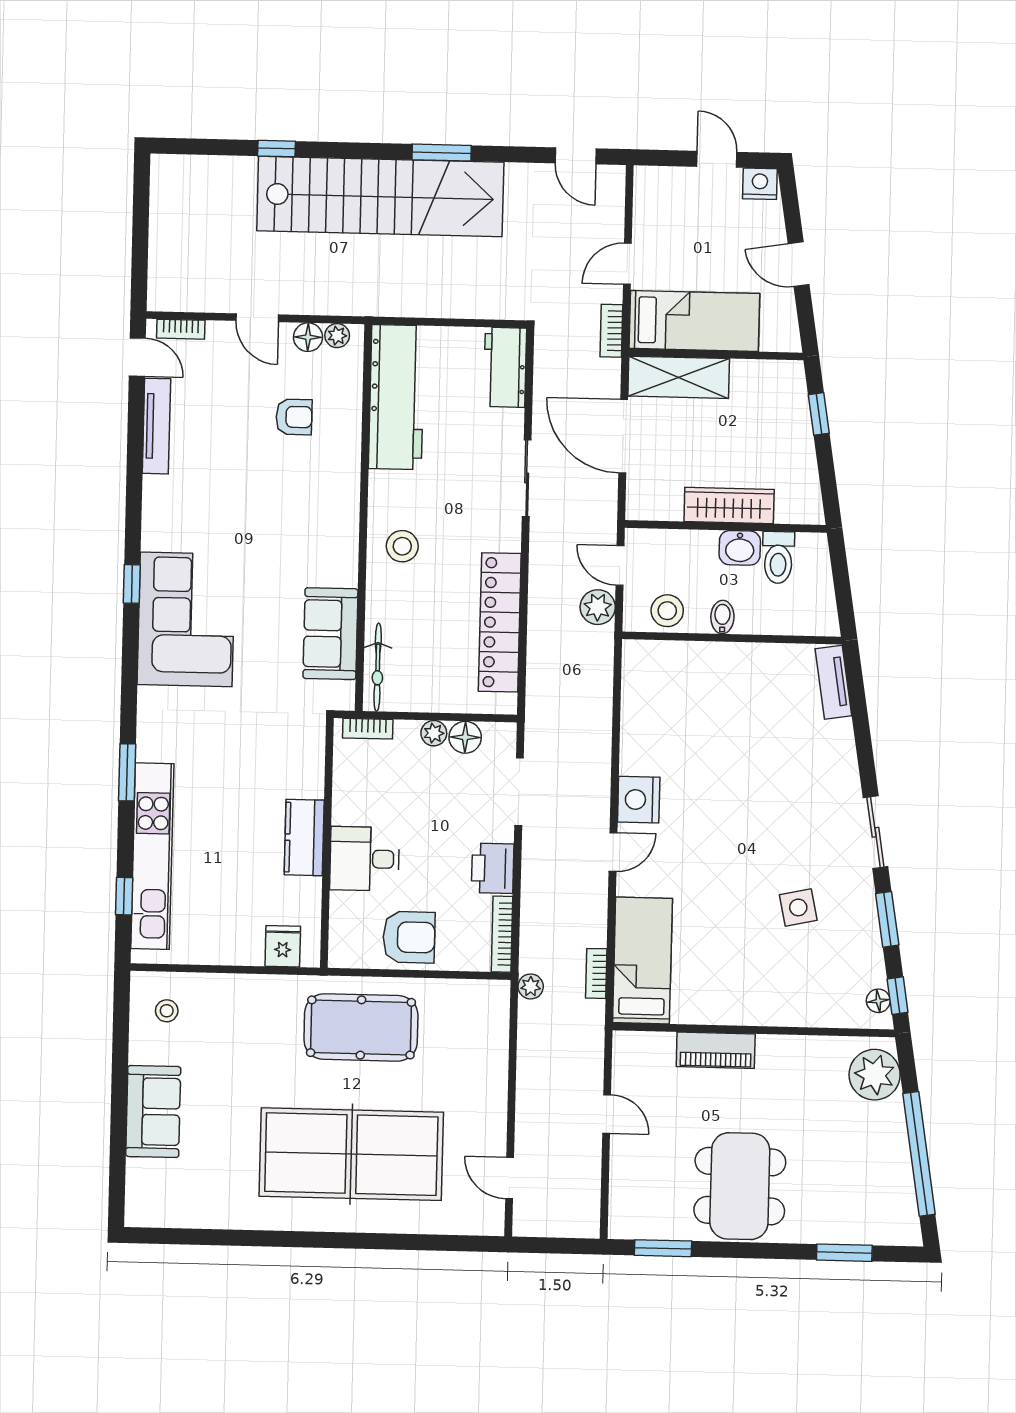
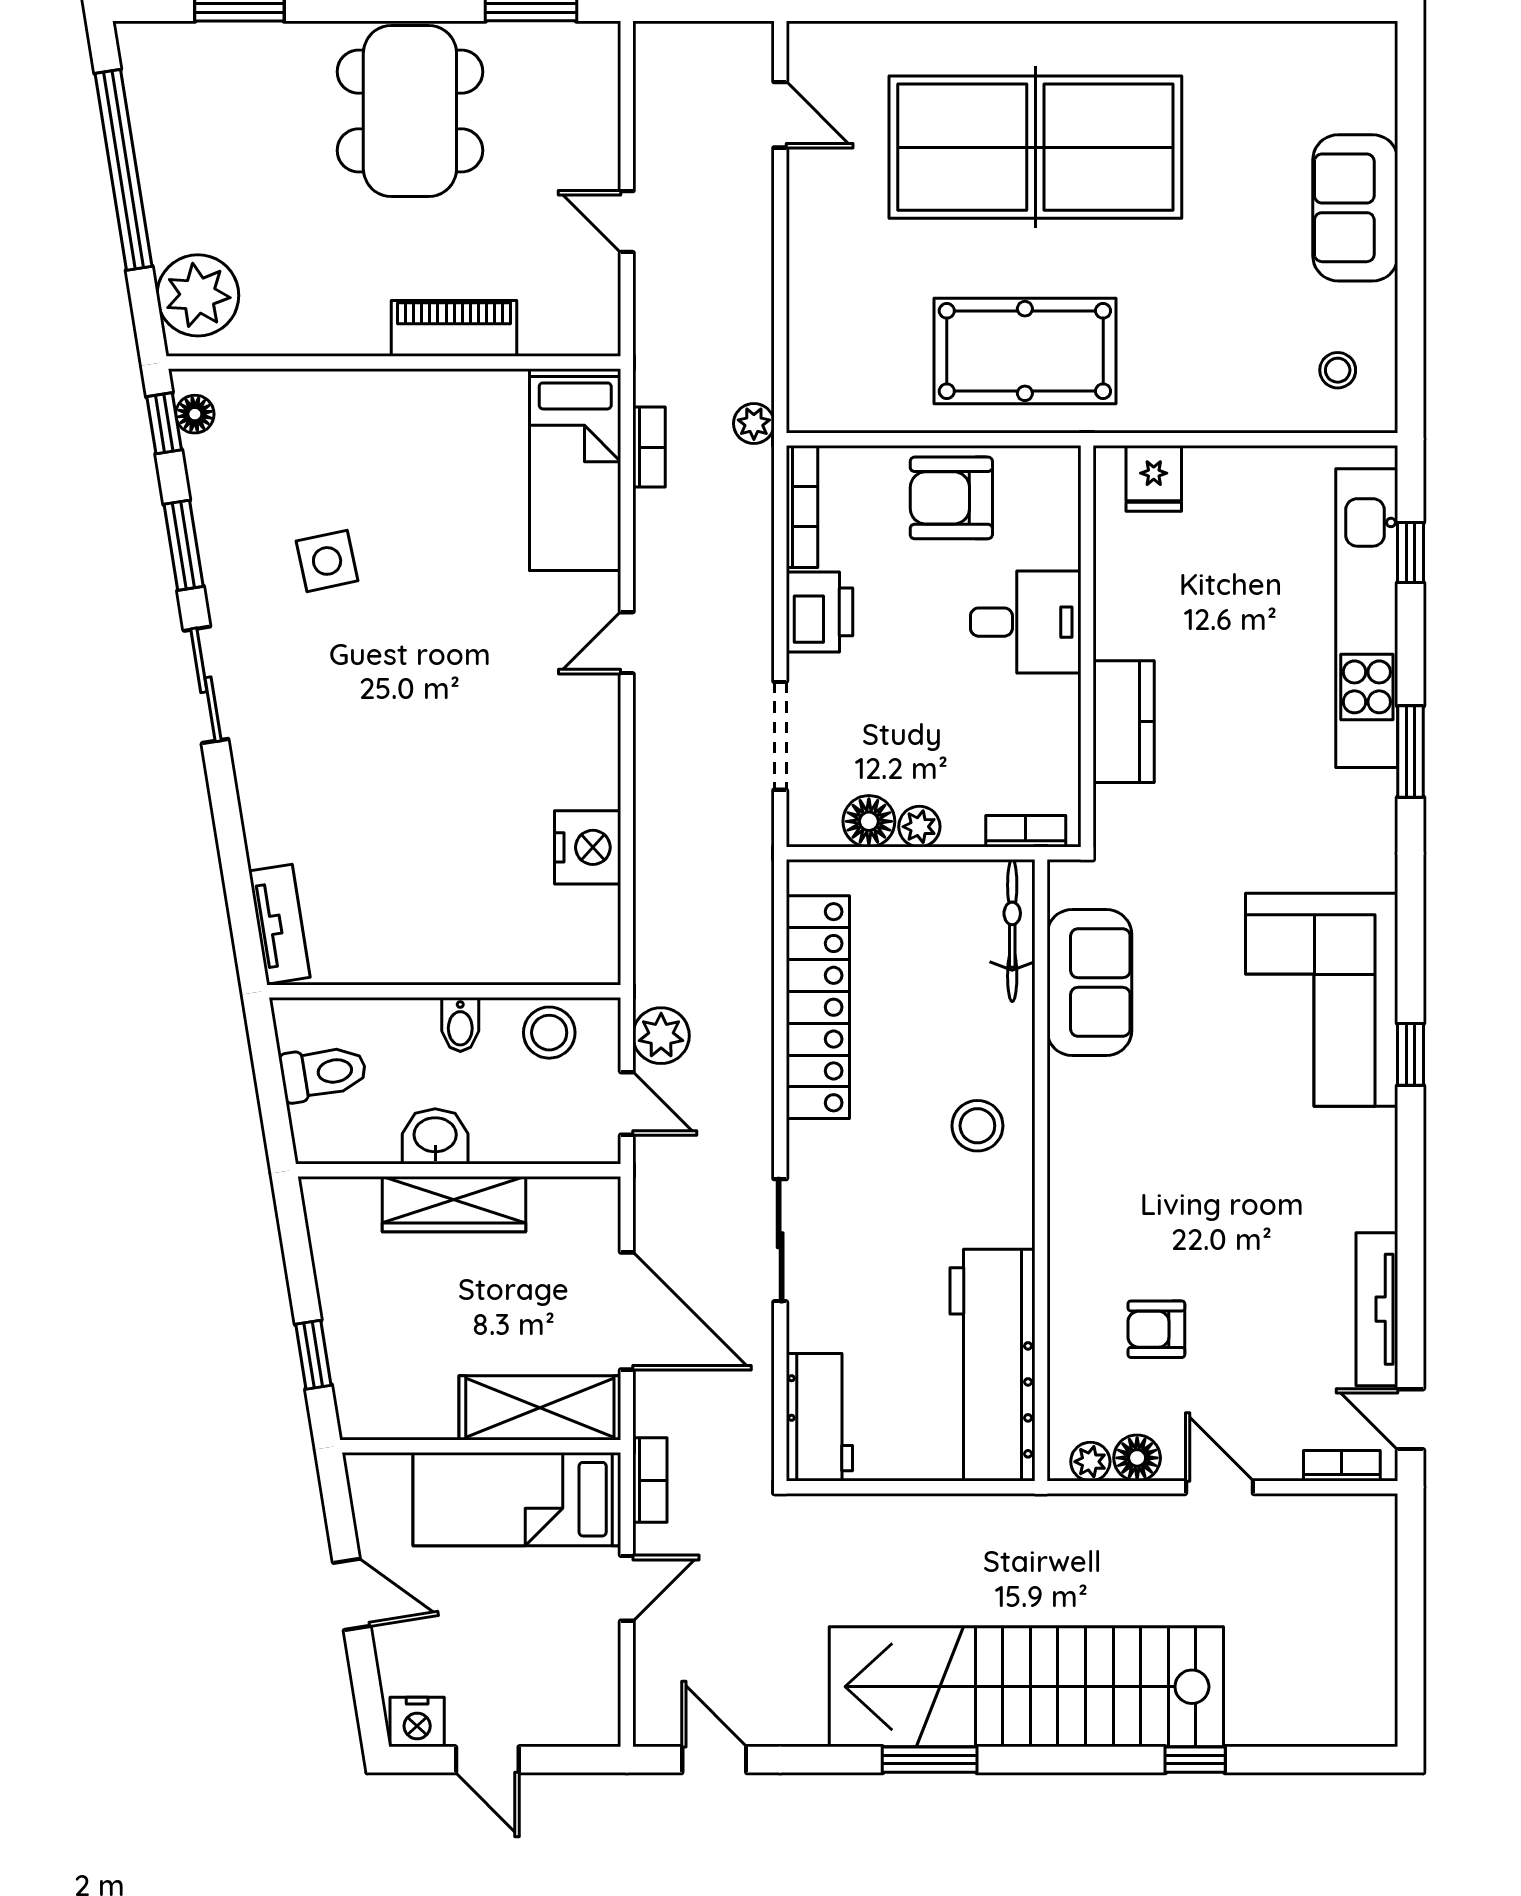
toilet: (778, 557) -> (323, 1073), moved, turned 81
nightstand: (639, 800) -> (588, 847), moved
kitchen counter: (304, 838) -> (1124, 722), moved

